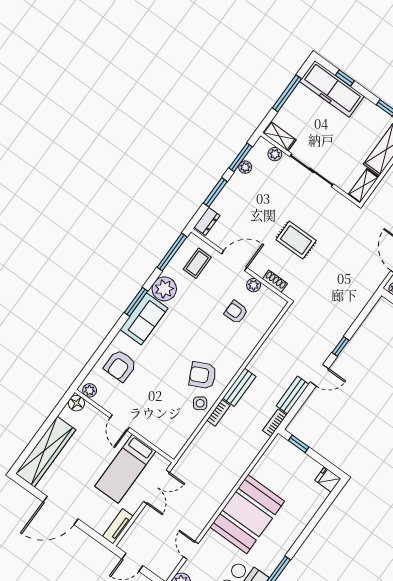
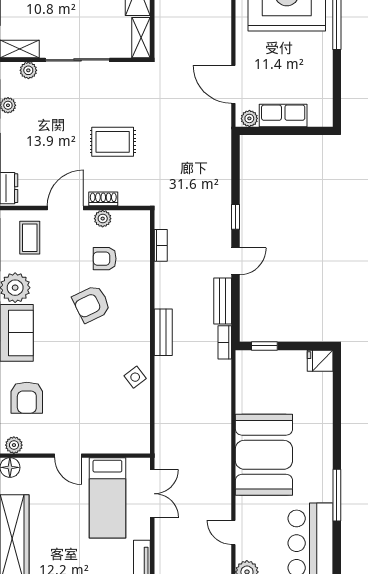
shoe rack: (275, 281) -> (103, 199), moved
armchair: (203, 375) -> (91, 304), moved
bookcase: (218, 413) -> (161, 245), moved

